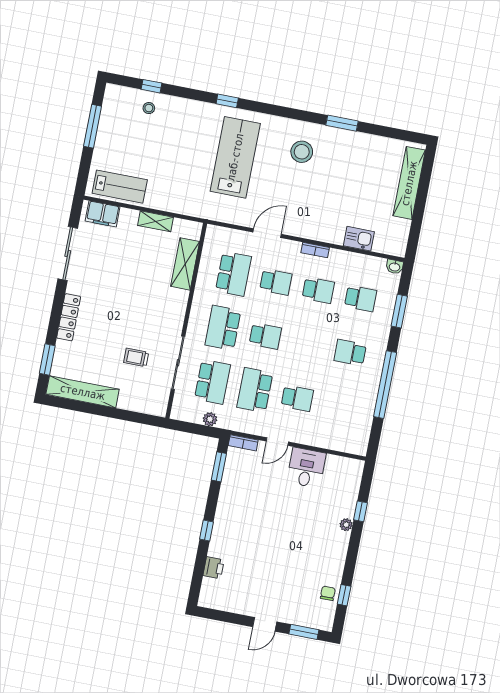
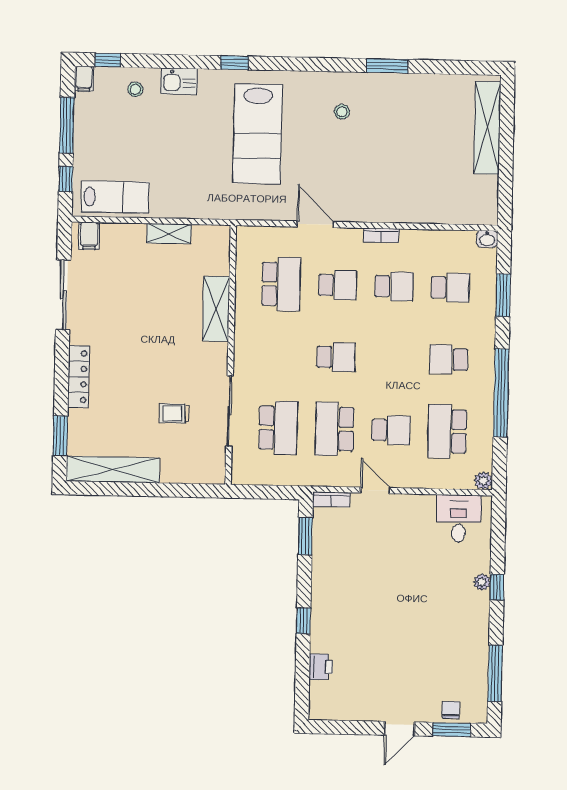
window: (152, 86) -> (108, 60), moved
filing cabinet: (111, 93) -> (84, 79), added
stool: (302, 152) -> (342, 112), width x0.53, depth x0.53
lab bench: (235, 157) -> (257, 134), turned 180
window: (85, 166) -> (66, 179), added
filing cabinet: (103, 214) -> (89, 236), width x0.50
door: (267, 233) -> (315, 224), hinge flipped
kitchen sink: (359, 239) -> (179, 81), moved, turned 180
shelving: (185, 264) -> (216, 309), moved
school desk: (223, 328) -> (447, 431), moved
plant: (210, 419) -> (483, 481), moved
door: (277, 442) -> (375, 490), swing flipped
desk: (306, 468) -> (459, 518), moved
window: (360, 511) -> (497, 587), moved
chair: (328, 593) -> (451, 710), moved
window: (344, 595) -> (495, 673), width x2.17

